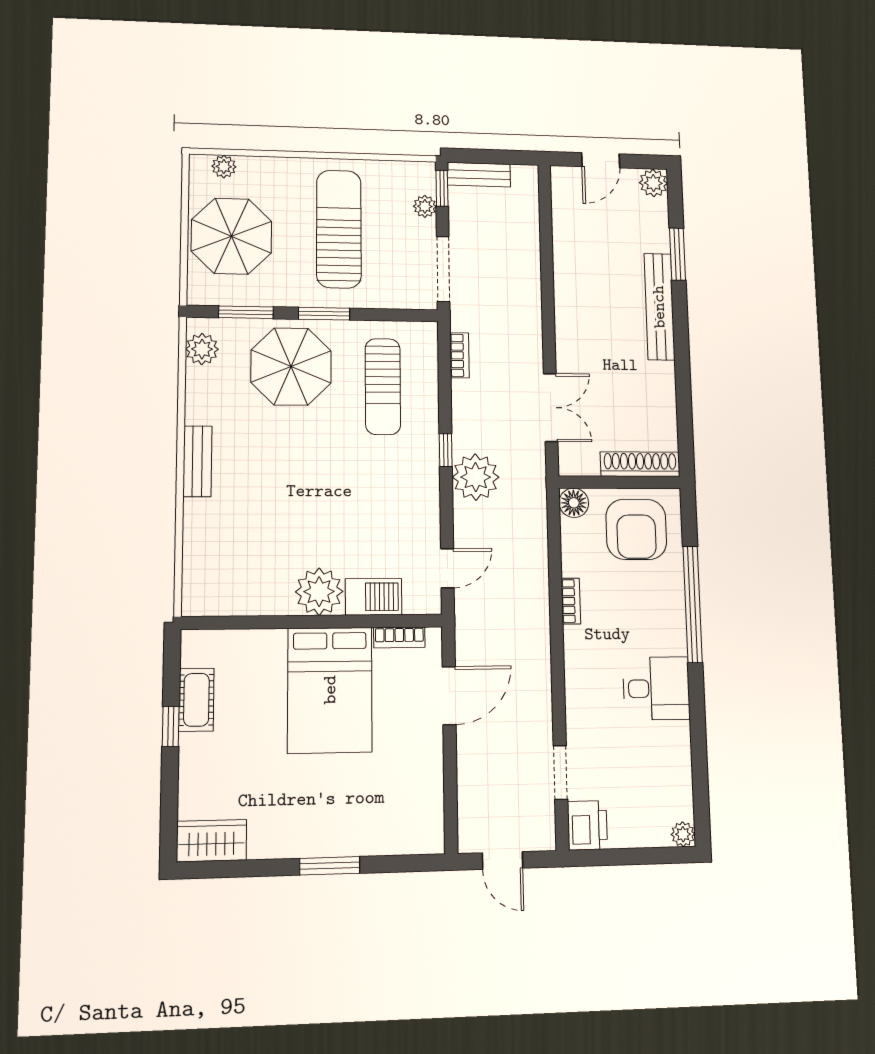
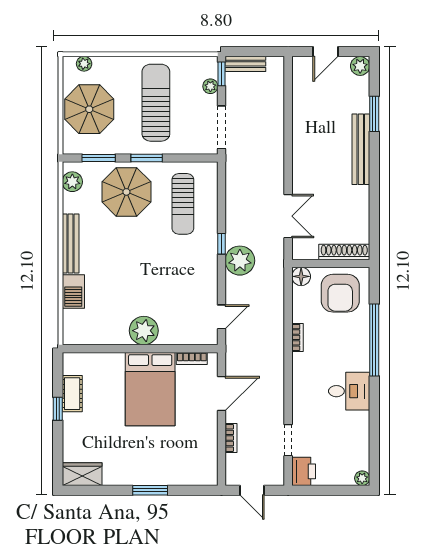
bookcase: (459, 355) -> (231, 438), moved
bench: (197, 461) -> (71, 244), width x1.36
barbecue: (374, 597) -> (73, 292), moved, turned 90

